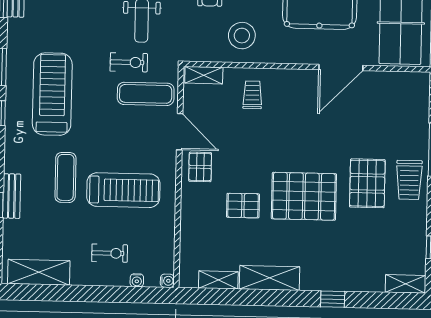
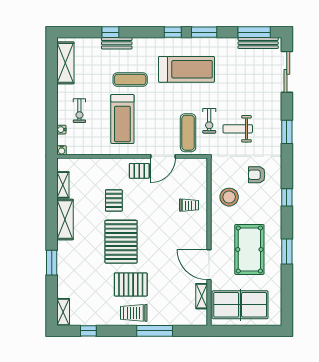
shelving: (204, 75) -> (202, 296), moved
window: (333, 299) -> (52, 263), width x1.50

